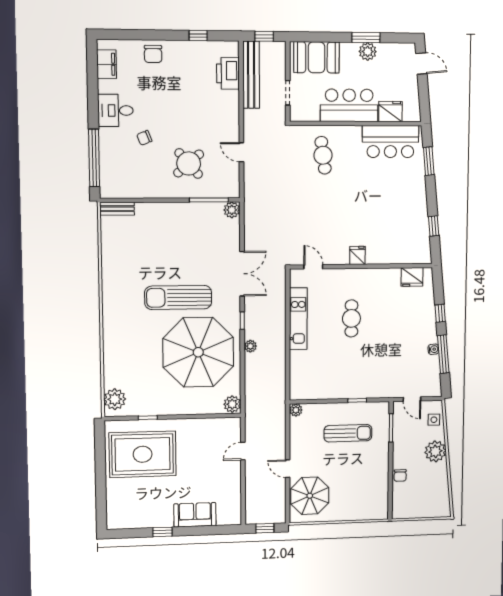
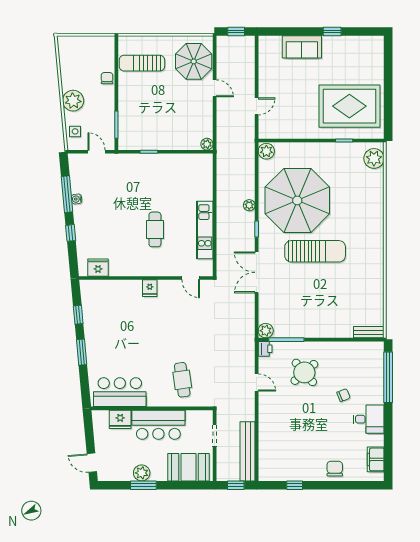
printer: (228, 73) -> (265, 349), moved, width x0.53, depth x0.68
window: (429, 161) -> (82, 352), moved
sun lounger: (348, 433) -> (142, 63), moved

